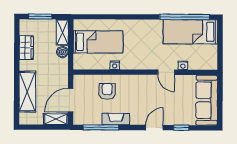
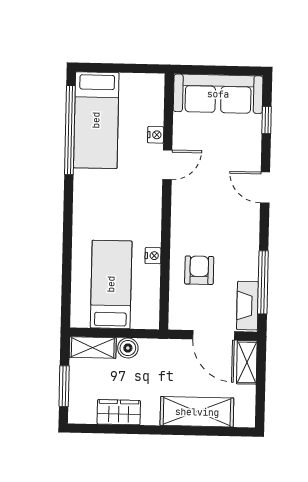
armchair: (107, 91) -> (199, 270), turned 90
fireplace: (116, 119) -> (247, 306), moved
window: (181, 128) -> (267, 120), moved

